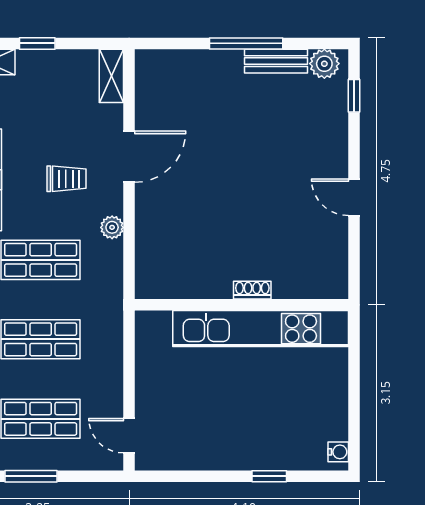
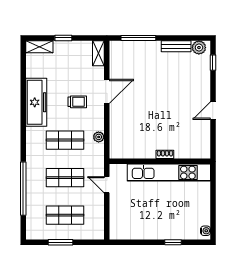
window: (246, 43) -> (138, 38), moved
door: (354, 197) -> (213, 111), hinge flipped
plant: (112, 227) -> (99, 137), moved
door: (129, 436) -> (107, 185), moved

